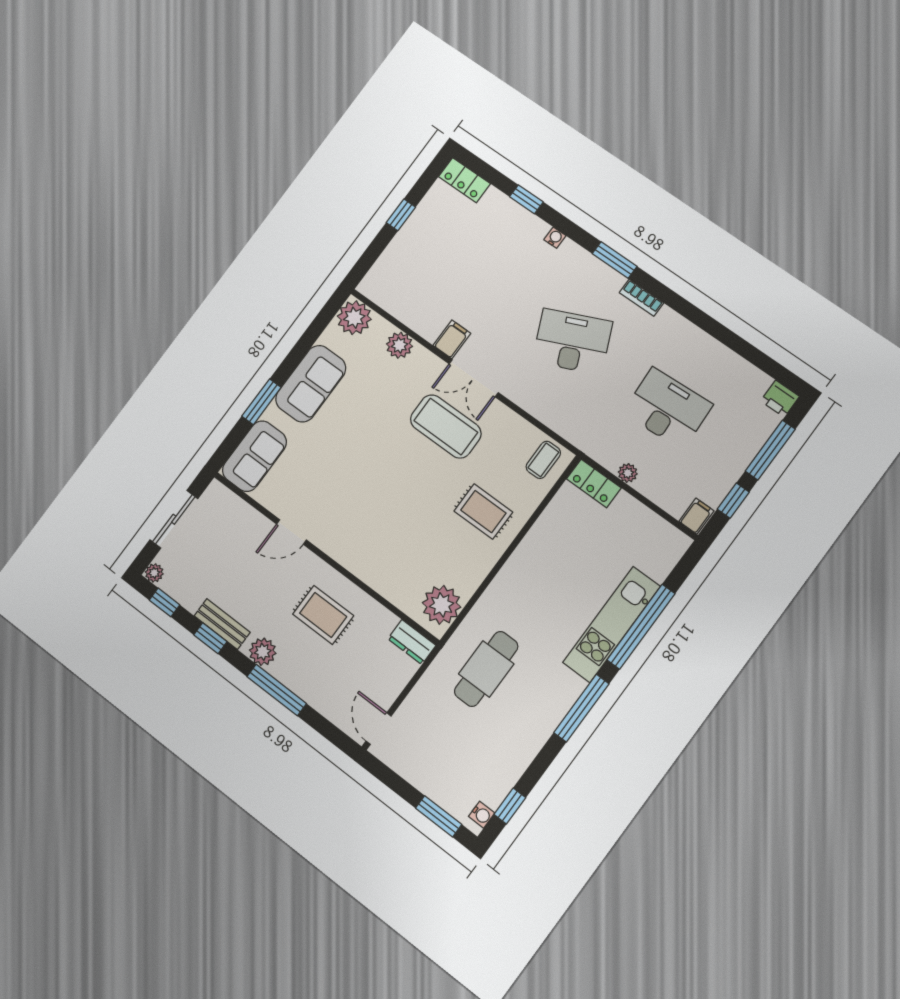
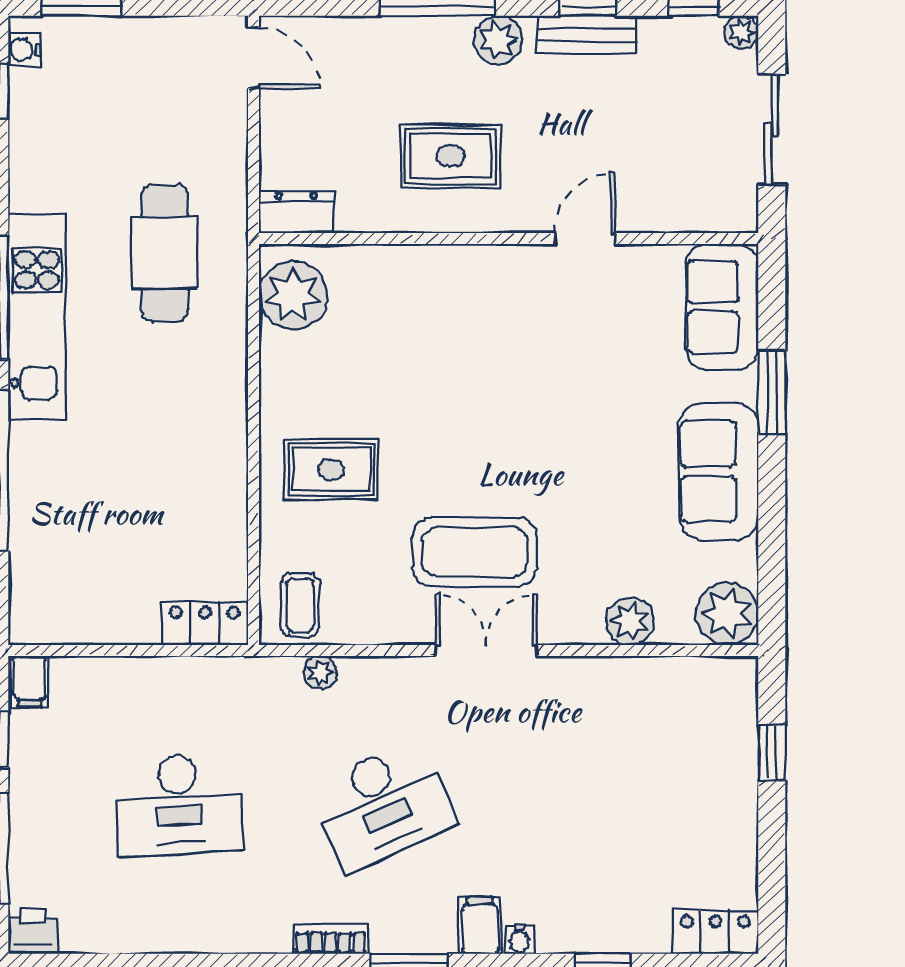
window: (401, 215) -> (772, 753), moved
filing cabinet: (452, 339) -> (480, 926), moved, turned 180
plant: (628, 473) -> (320, 673), moved
kitchen unit: (612, 624) -> (37, 317), moved

